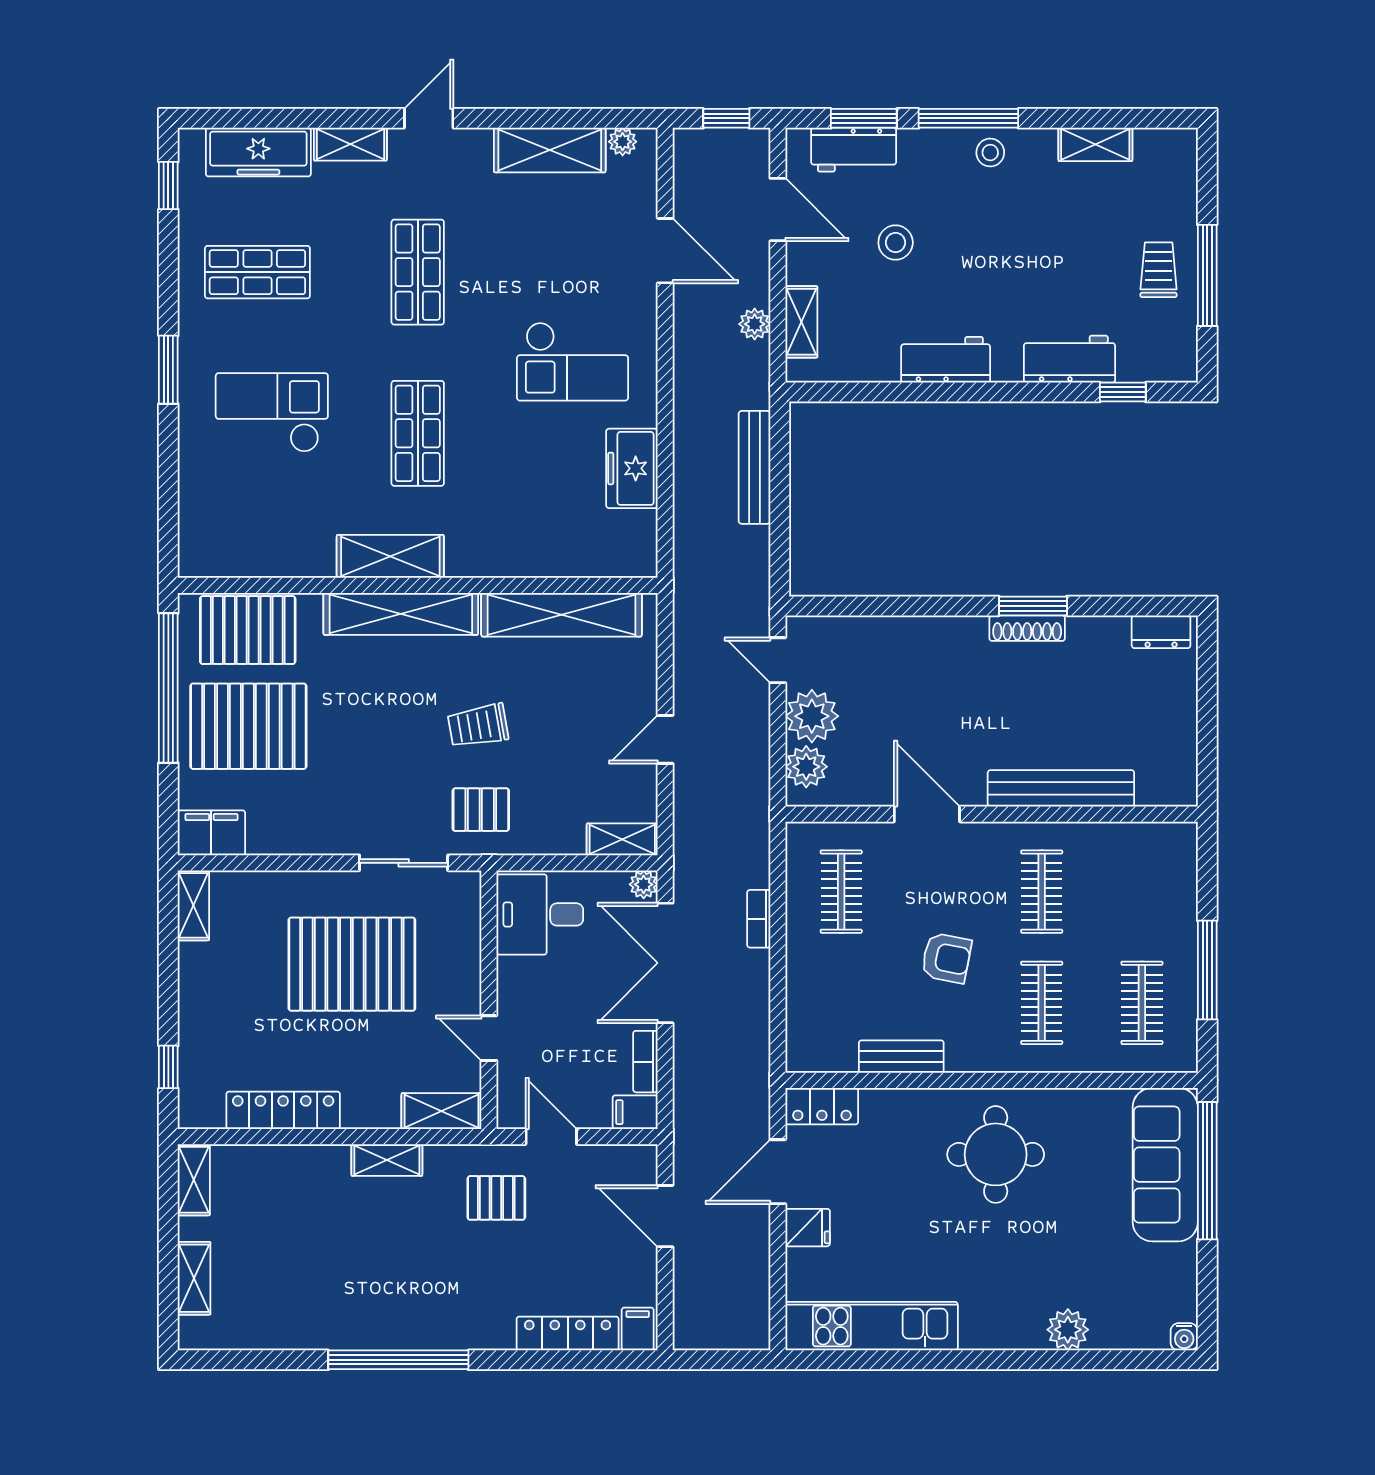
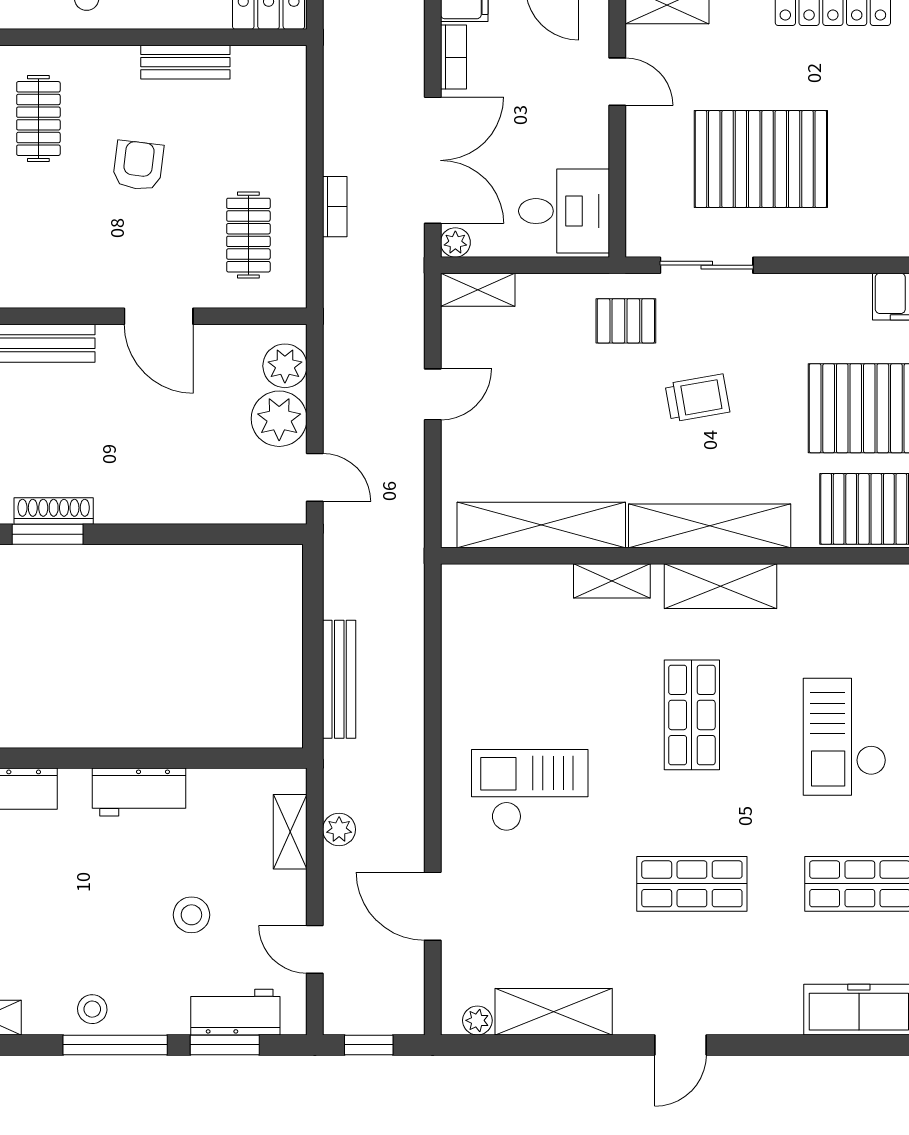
shelving: (350, 144) -> (612, 581), moved
door: (778, 210) -> (315, 949), width x0.73
shop shelf: (418, 272) -> (692, 884), turned 90
checkout: (272, 413) -> (845, 737), turned 90
freezer: (632, 468) -> (468, 678), removed
trolley: (478, 726) -> (697, 398), moved
clothes rail: (1042, 892) -> (38, 235), removed
armchair: (946, 958) -> (138, 165), turned 86

